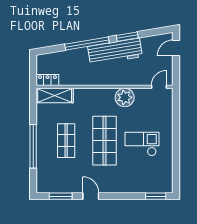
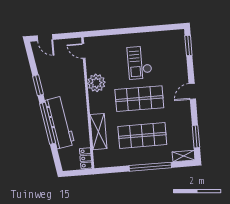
workbench: (115, 52) -> (60, 122), moved
shelving: (55, 95) -> (98, 132), moved
shop shelf: (66, 141) -> (142, 135), width x1.43, depth x1.36
shelving: (41, 182) -> (184, 156), added
door: (91, 196) -> (192, 91), moved

